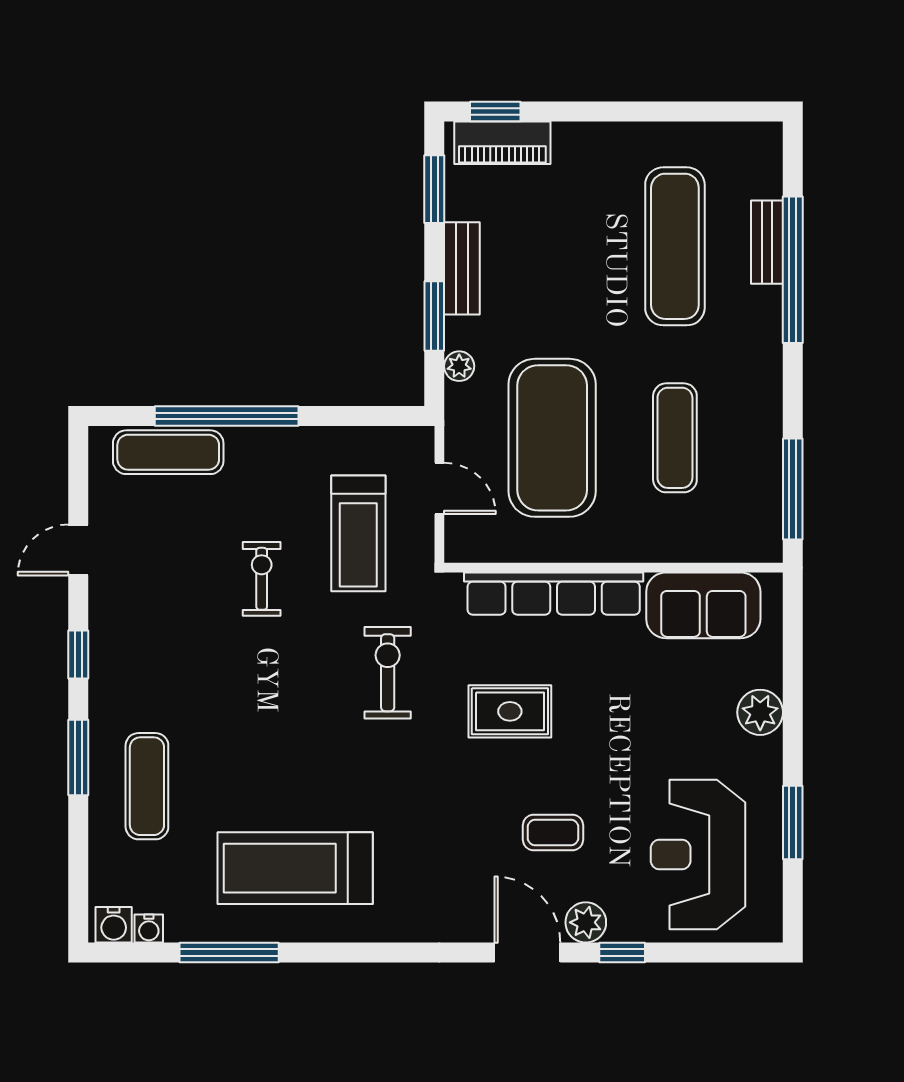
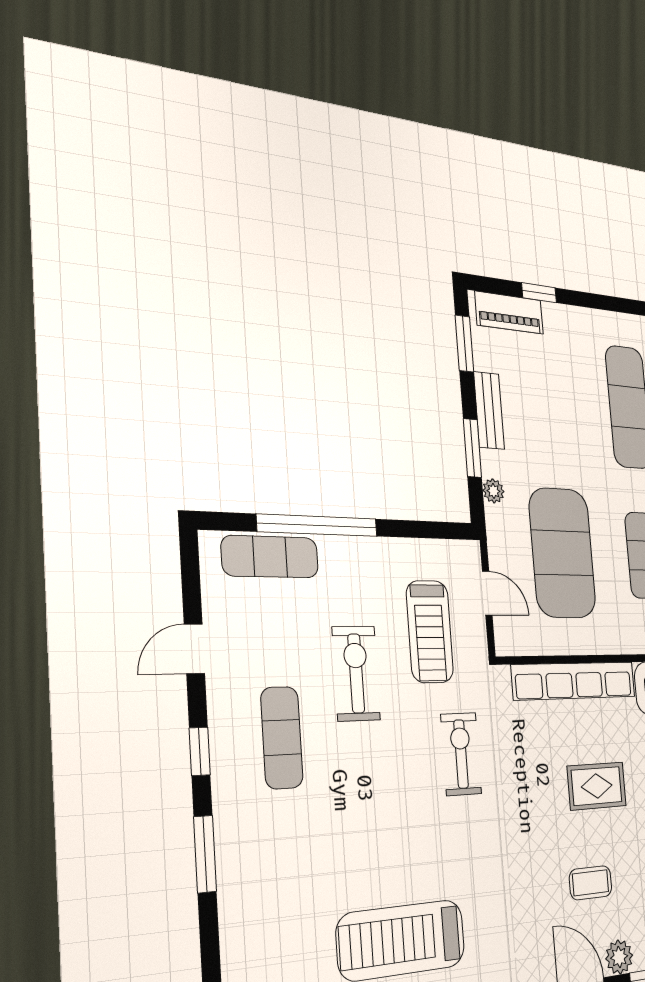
window: (495, 111) -> (539, 293), moved
exercise bike: (262, 579) -> (356, 673), width x1.38, depth x1.39
rug: (510, 711) -> (597, 786), moved
exercise mat: (147, 786) -> (282, 738), moved

